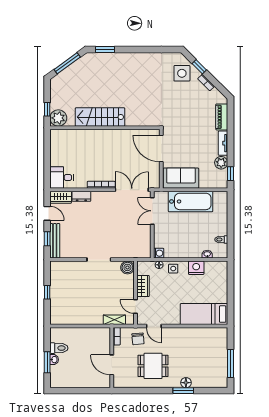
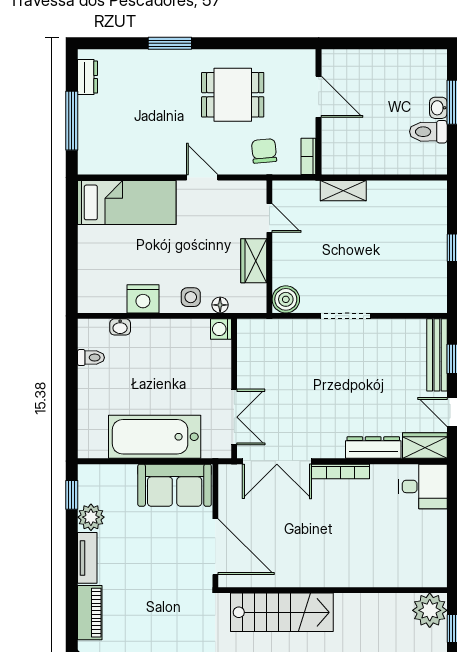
stairs: (100, 117) -> (282, 612), moved
dresser: (81, 196) -> (373, 448), width x1.44
shelving: (114, 320) -> (343, 191), moved
door: (154, 326) -> (202, 178), moved
window: (230, 364) -> (72, 121), moved
dresser: (223, 374) -> (87, 77), added
floor lamp: (186, 383) -> (164, 60), removed

